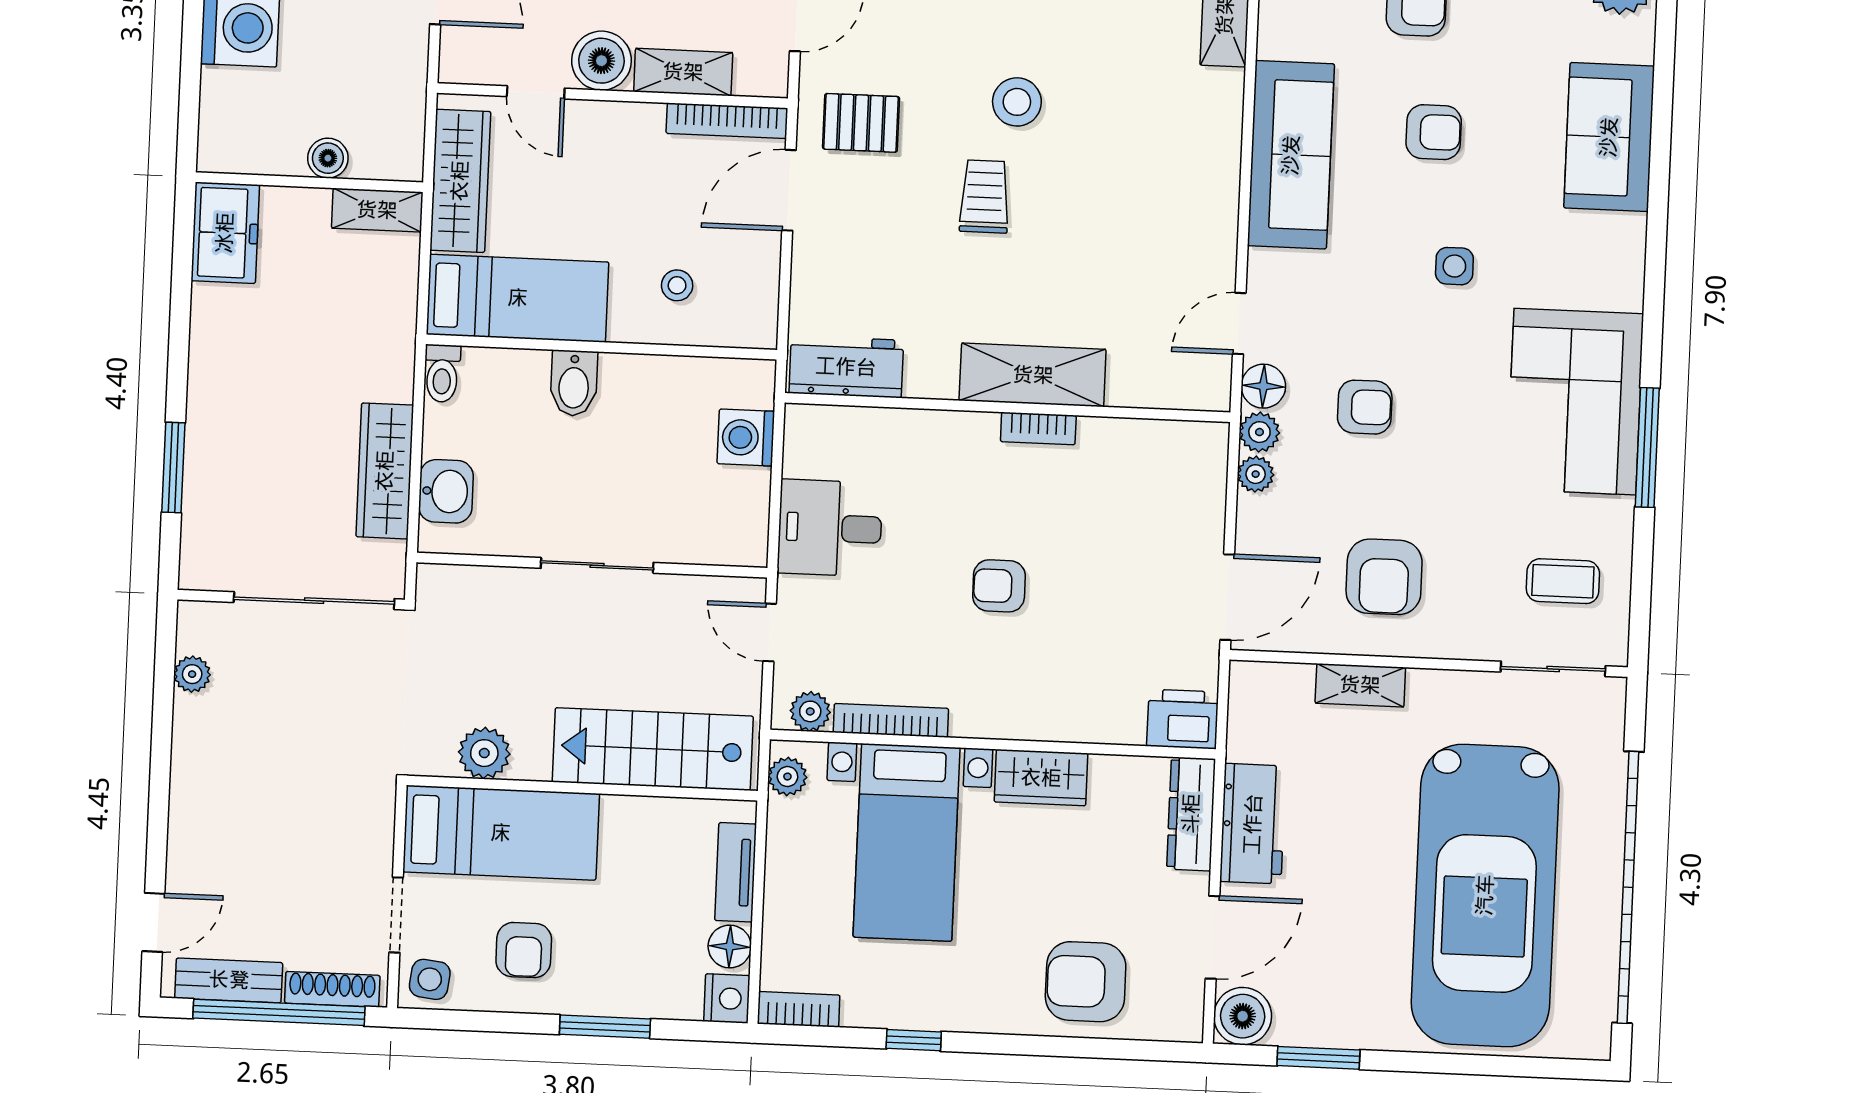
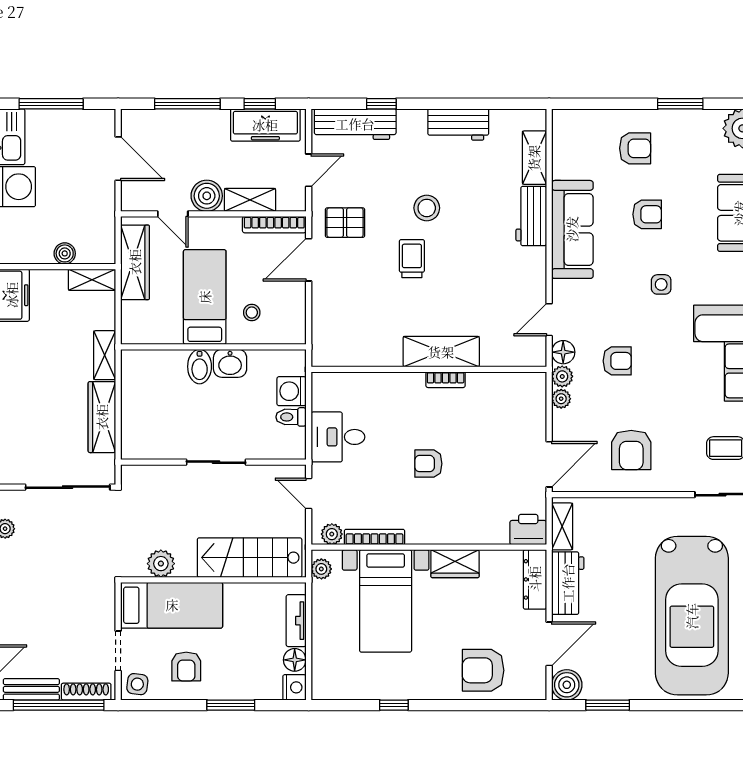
bed: (518, 298) -> (205, 297), moved, turned -90
shelving: (395, 354) -> (105, 355), added
workbench: (846, 367) -> (531, 216), moved, turned -90
toilet: (442, 373) -> (291, 417), moved, turned 90
washbasin: (446, 491) -> (230, 363), moved, turned 90
shelving: (1360, 685) -> (562, 526), moved, turned 90
bookcase: (799, 1009) -> (332, 691), removed

